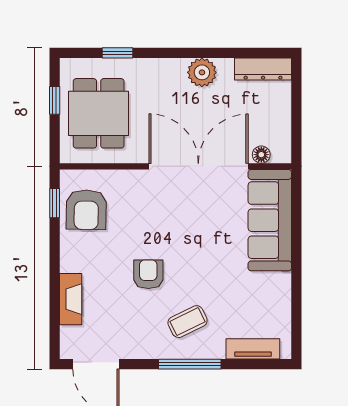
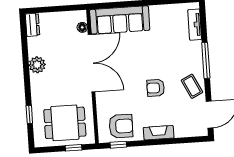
dresser: (263, 69) -> (32, 25), width x0.70
window: (55, 100) -> (74, 148), moved
double door: (198, 166) -> (92, 63), swing flipped
fireplace: (71, 299) -> (159, 133), moved
coffee table: (188, 322) -> (192, 86), moved

